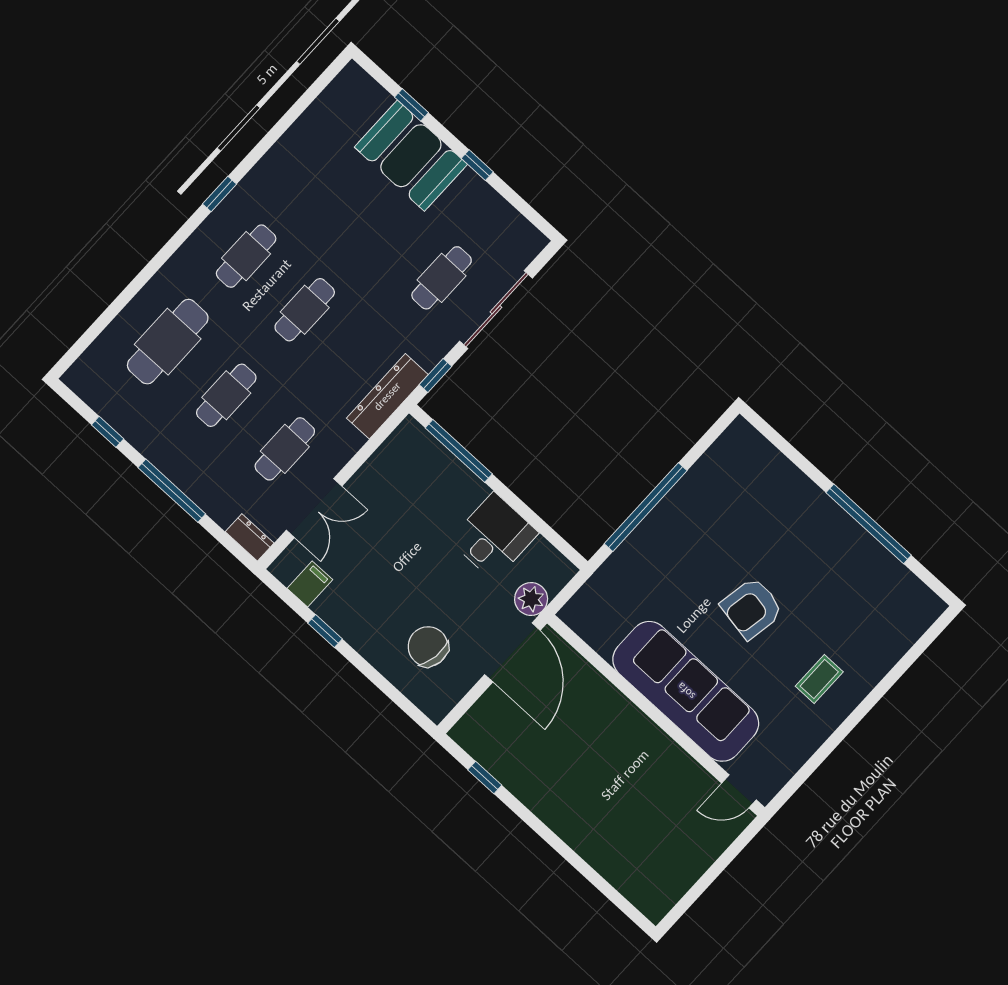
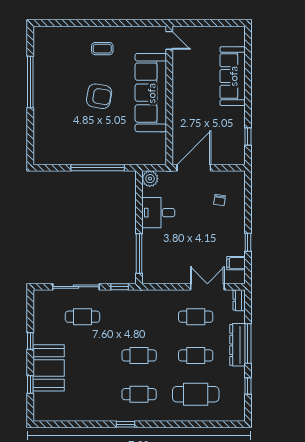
dresser: (387, 396) -> (237, 345), moved, turned 90
plant: (531, 599) -> (150, 179), moved
chair: (428, 647) -> (220, 200), width x0.54, depth x0.54
sofa: (597, 838) -> (233, 76), added

